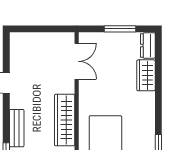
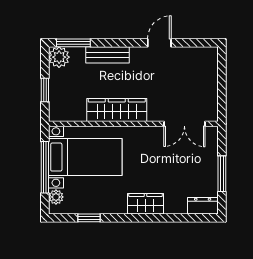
wardrobe: (146, 75) -> (146, 204), moved

